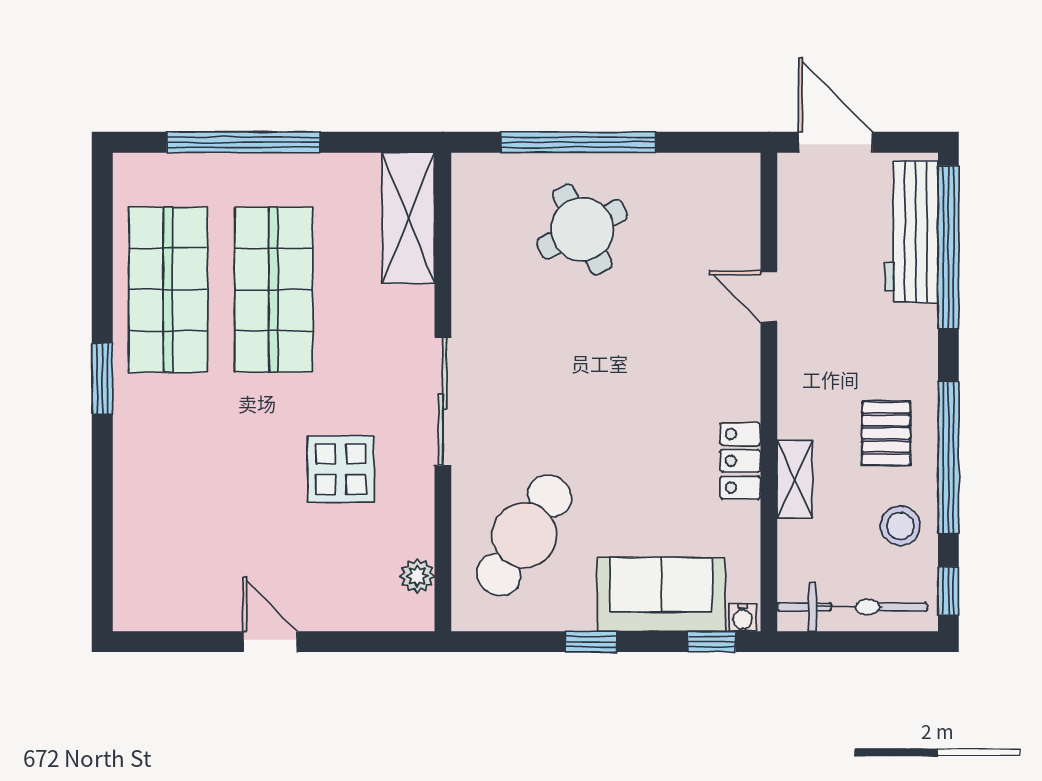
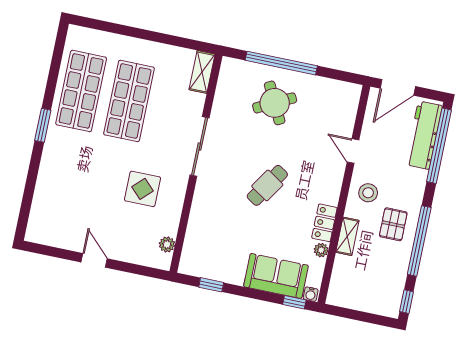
window: (243, 142) -> (129, 31), removed
door: (835, 142) -> (398, 87), swing flipped
shelving: (408, 218) -> (202, 72), width x0.67, depth x0.75
sliding door: (443, 401) -> (200, 147), moved
plant: (745, 520) -> (321, 250), added
stool: (900, 526) -> (368, 193), moved
cafe table: (524, 535) -> (267, 185), moved, width x0.73, depth x0.74
bicycle: (852, 607) -> (361, 300), removed
window: (591, 642) -> (211, 285), moved

